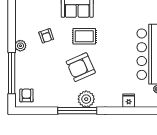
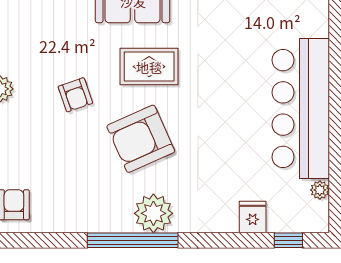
armchair: (46, 36) -> (75, 95), moved
window: (144, 111) -> (288, 240), added

